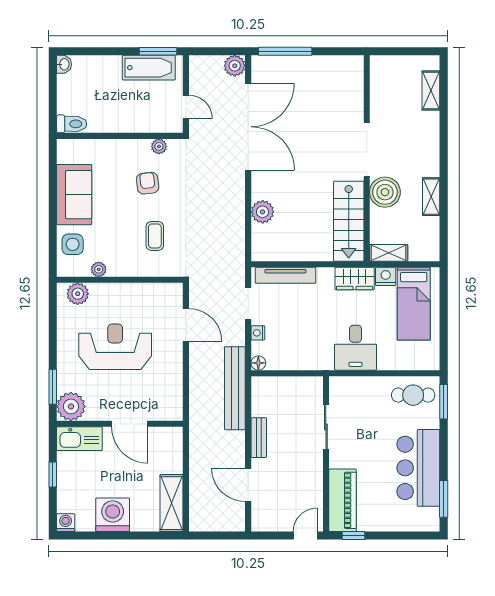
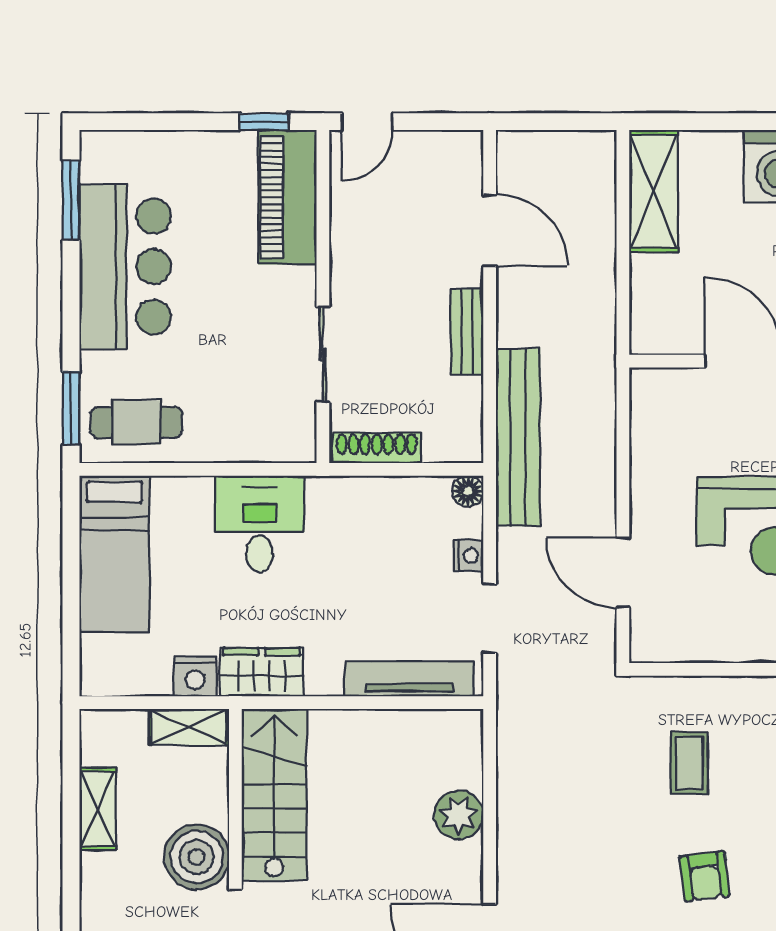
shelving: (431, 197) -> (98, 809), moved
bed: (414, 304) -> (114, 554), moved, turned 180
shoe rack: (301, 383) -> (377, 448), added

